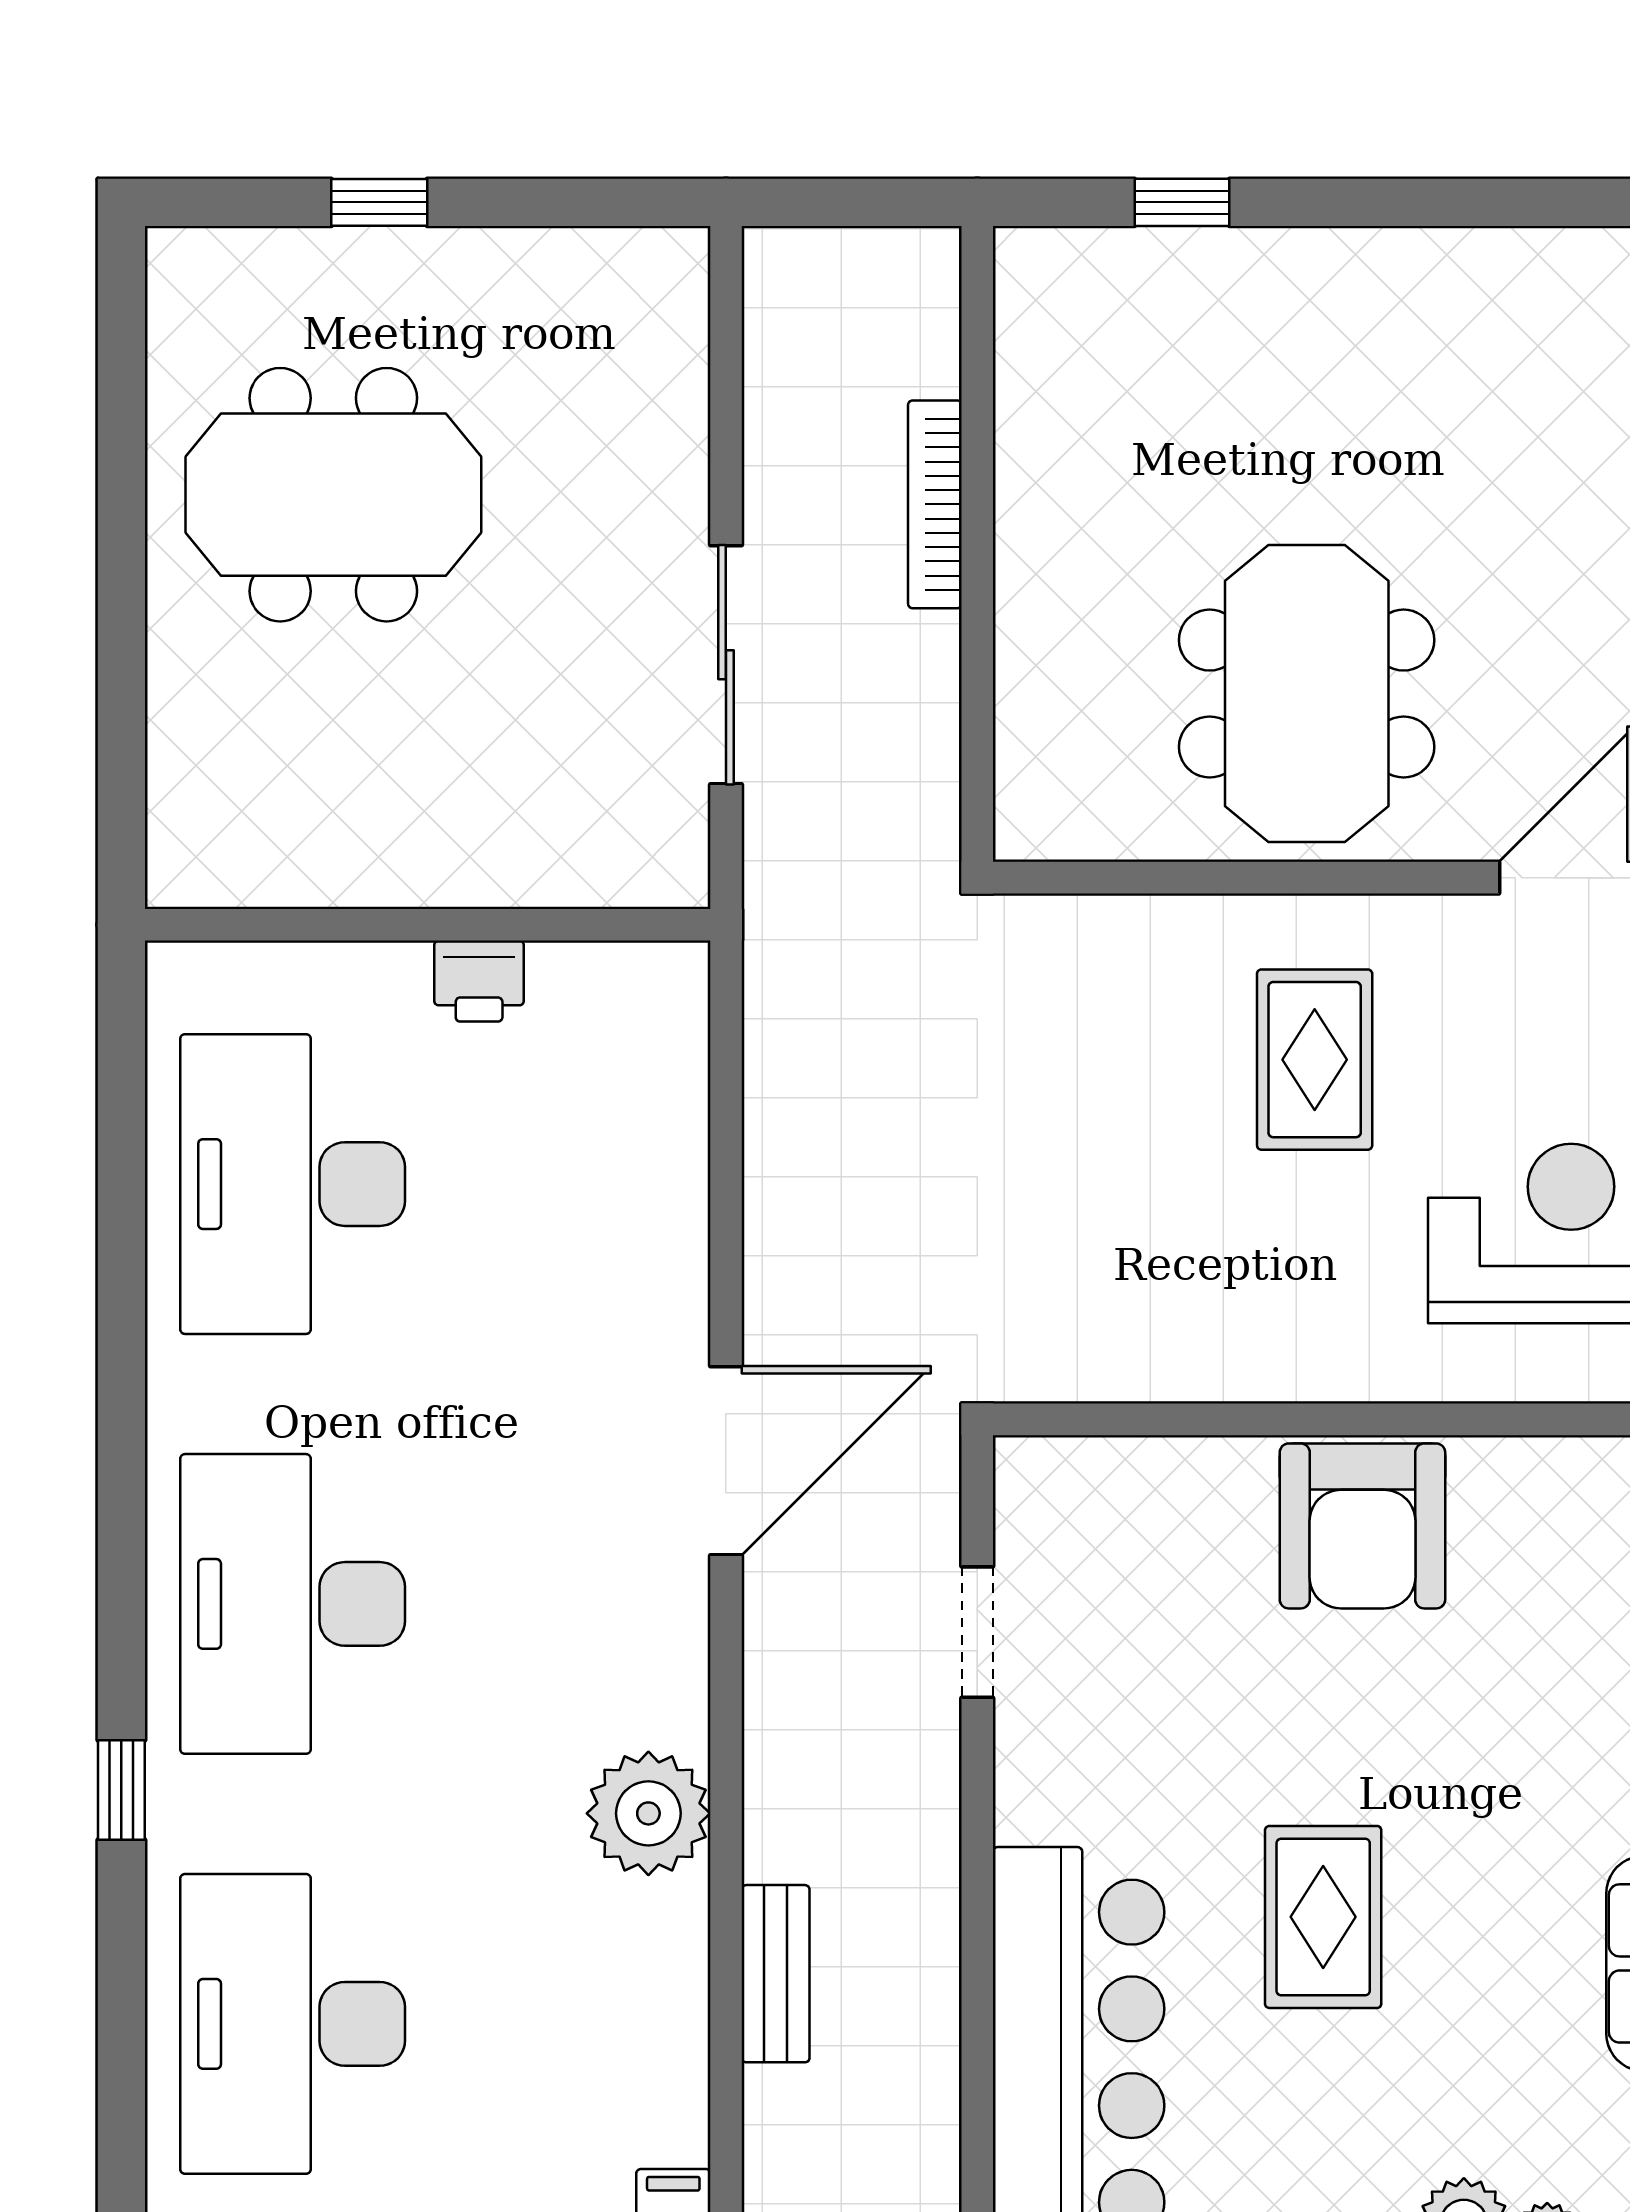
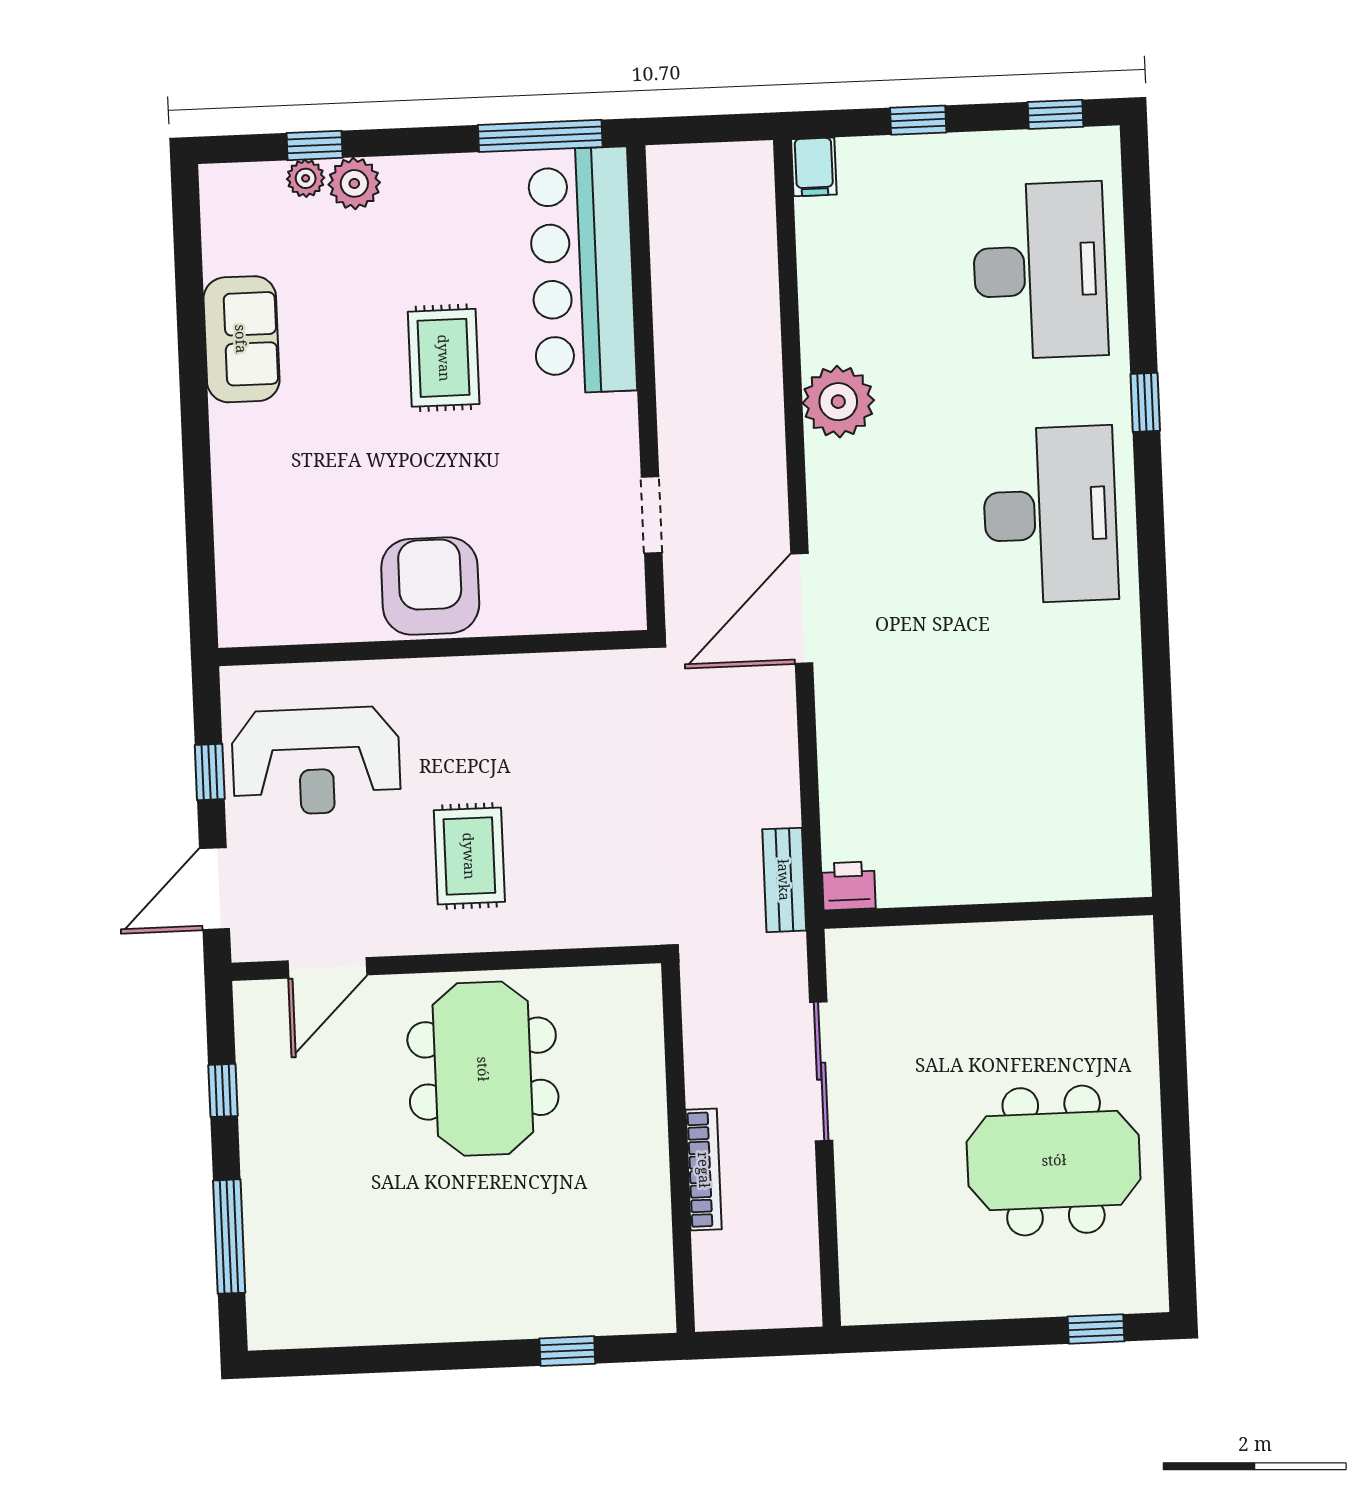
window: (379, 202) -> (1096, 1329), moved
printer: (479, 981) -> (849, 886), moved
desk: (293, 1184) -> (1060, 759), removed
bench: (776, 1974) -> (784, 880), moved

